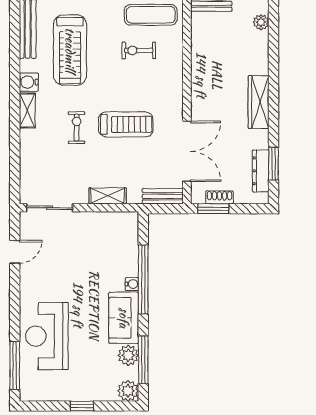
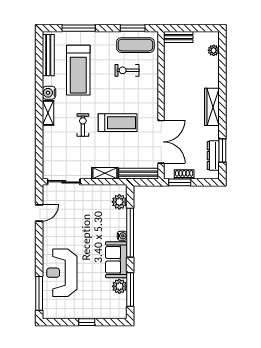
bench: (163, 196) -> (139, 174), width x1.36
plant: (128, 391) -> (119, 202), moved

